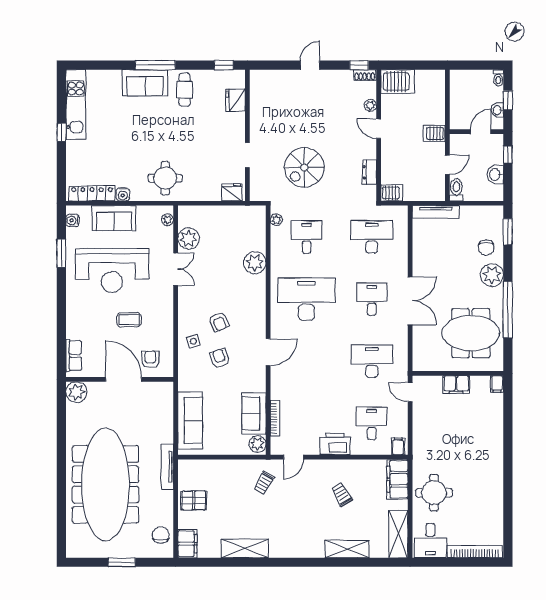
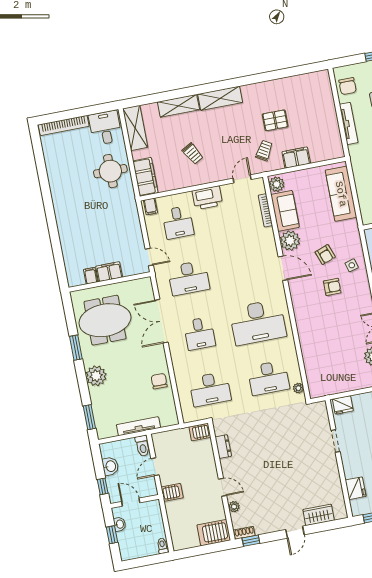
toilet: (498, 78) -> (162, 546), moved
wardrobe: (281, 79) -> (319, 515), added
door: (481, 132) -> (131, 502), swing flipped
spiral stairs: (304, 167) -> (282, 440), removed
tv unit: (436, 212) -> (138, 426), moved
desk: (306, 237) -> (269, 378), width x1.37
chair: (486, 248) -> (159, 381), moved
plant: (255, 263) -> (290, 241), moved
double door: (410, 301) -> (162, 321), moved
window: (508, 310) -> (76, 348), width x0.47
armchair: (219, 322) -> (332, 287), turned 113
door: (268, 352) -> (283, 268), swing flipped
filing cabinet: (497, 384) -> (91, 276), moved
tv unit: (167, 467) -> (349, 123), moved
pallet: (194, 500) -> (275, 120), moved
filing cabinet: (187, 544) -> (296, 158), moved, turned 90
shelving: (245, 548) -> (220, 98), moved

